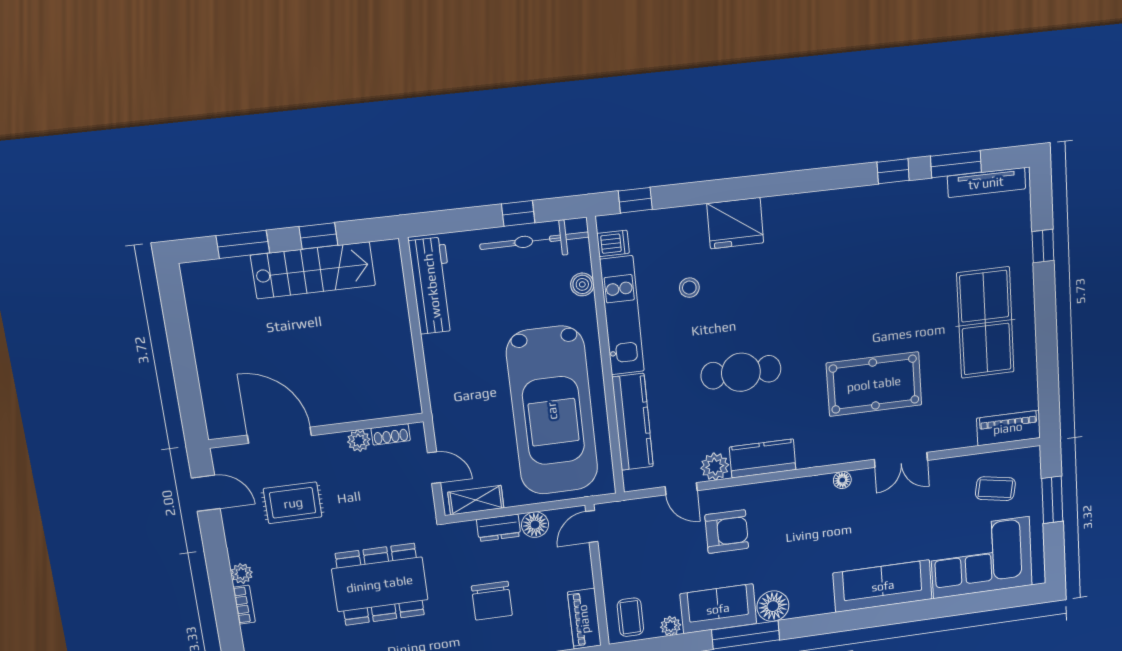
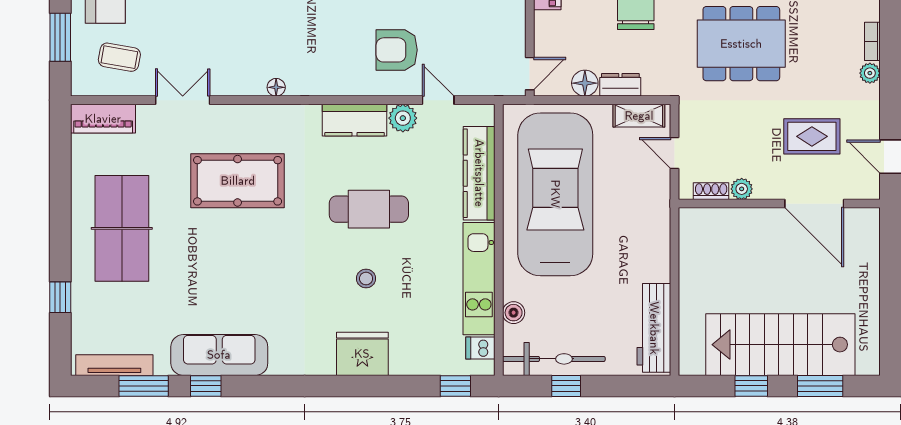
sofa: (881, 205) -> (219, 355), added
stairs: (313, 270) -> (780, 345), width x1.36, depth x1.51
stool: (689, 288) -> (366, 279), moved
double door: (901, 460) -> (183, 100), moved

